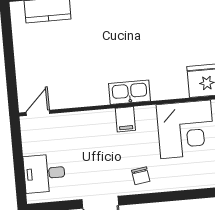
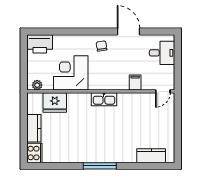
filing cabinet: (125, 119) -> (135, 82), moved

